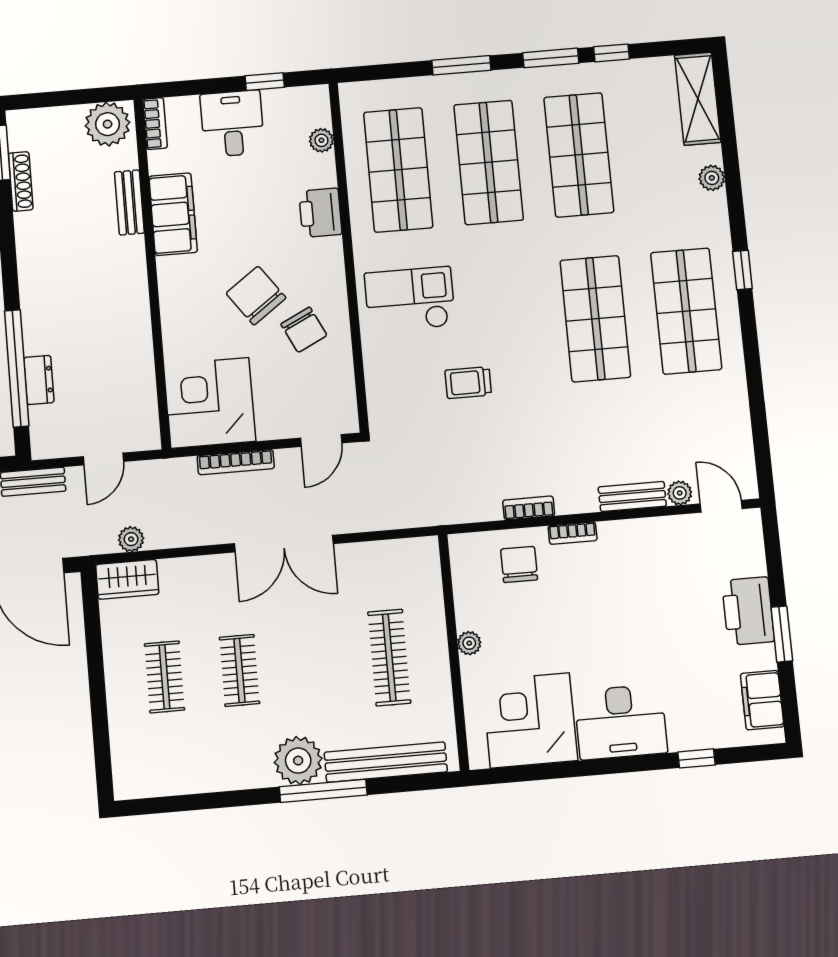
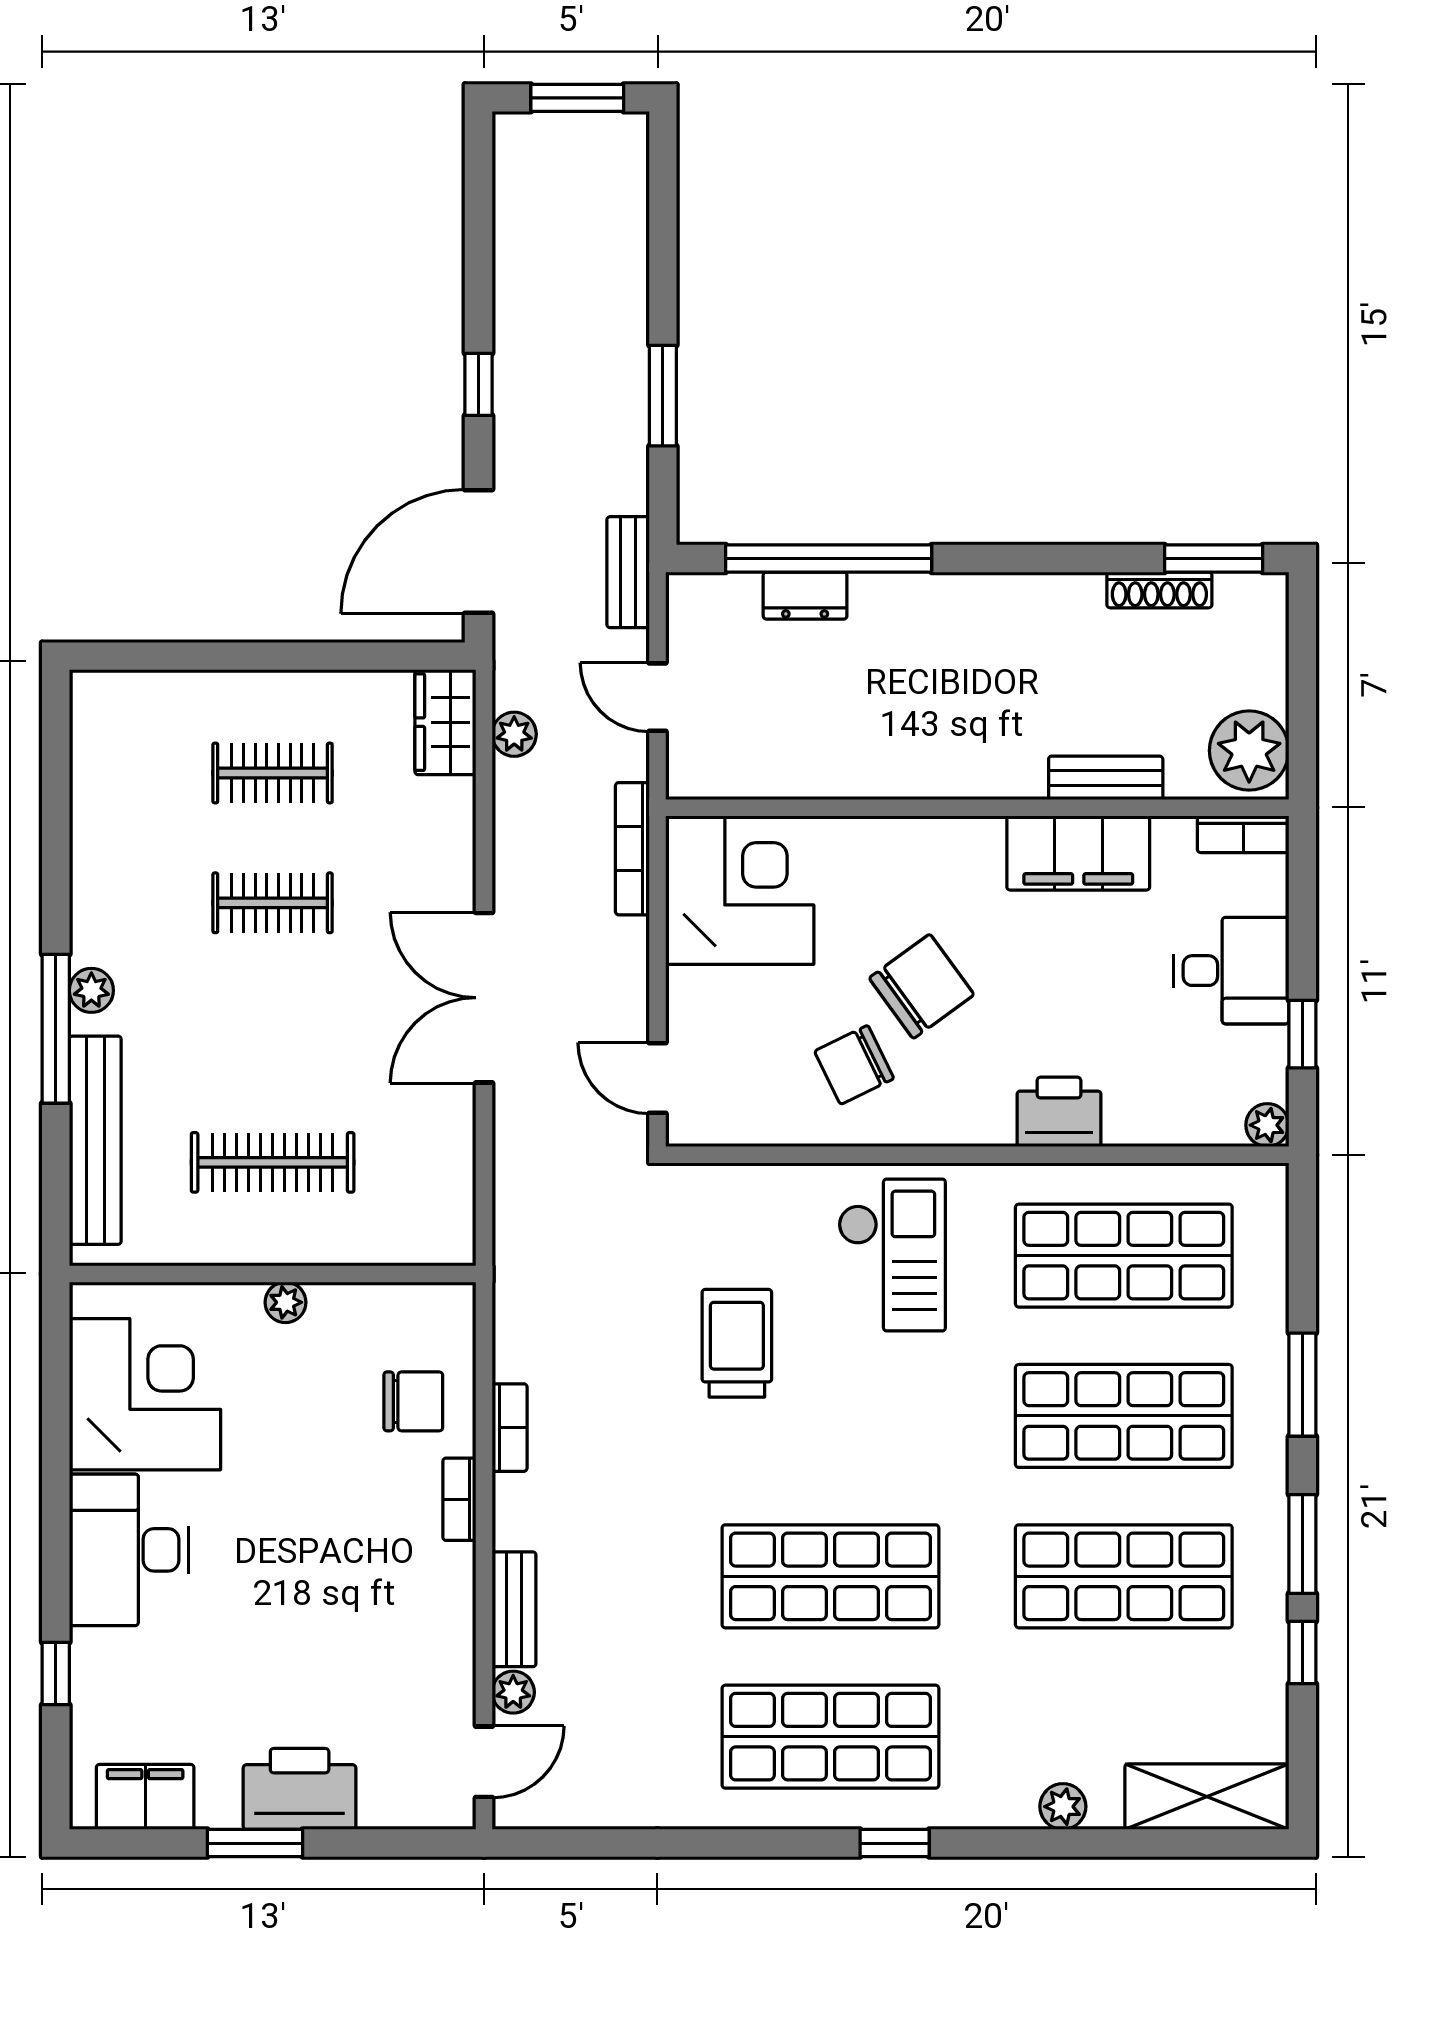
plant: (321, 140) -> (1267, 1125), moved
trolley: (468, 383) -> (737, 1343), width x1.36, depth x1.39
bookcase: (236, 462) -> (632, 849), moved
plant: (298, 761) -> (91, 990), width x0.53, depth x0.53

